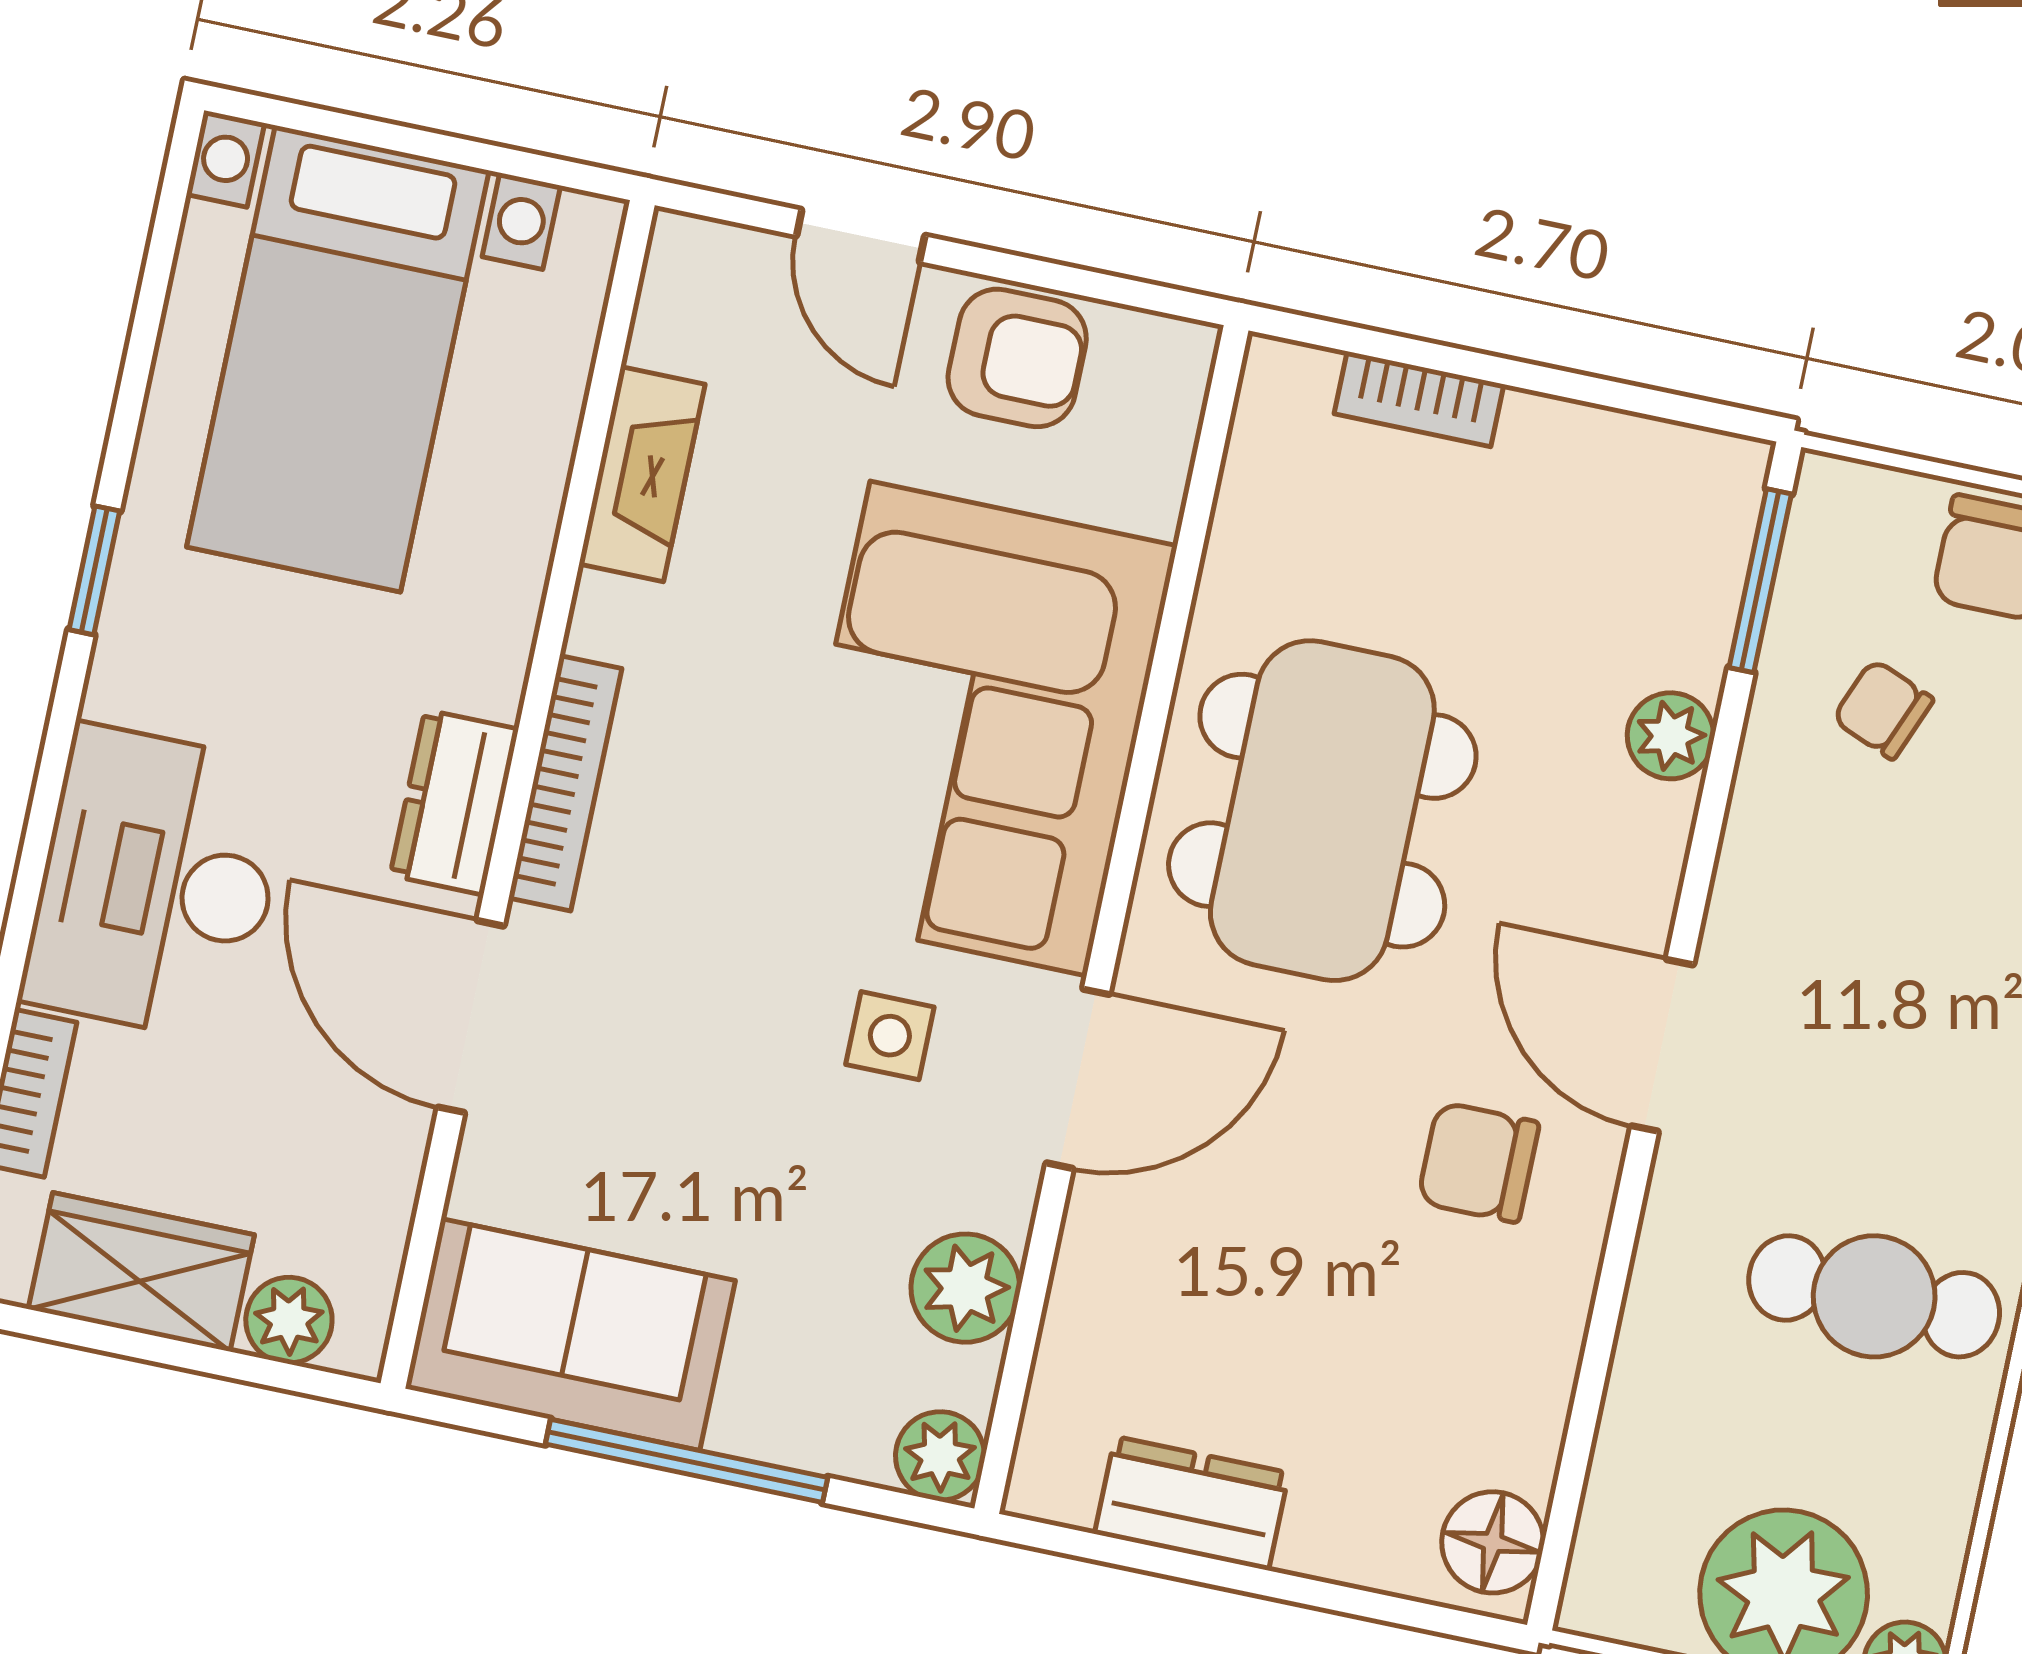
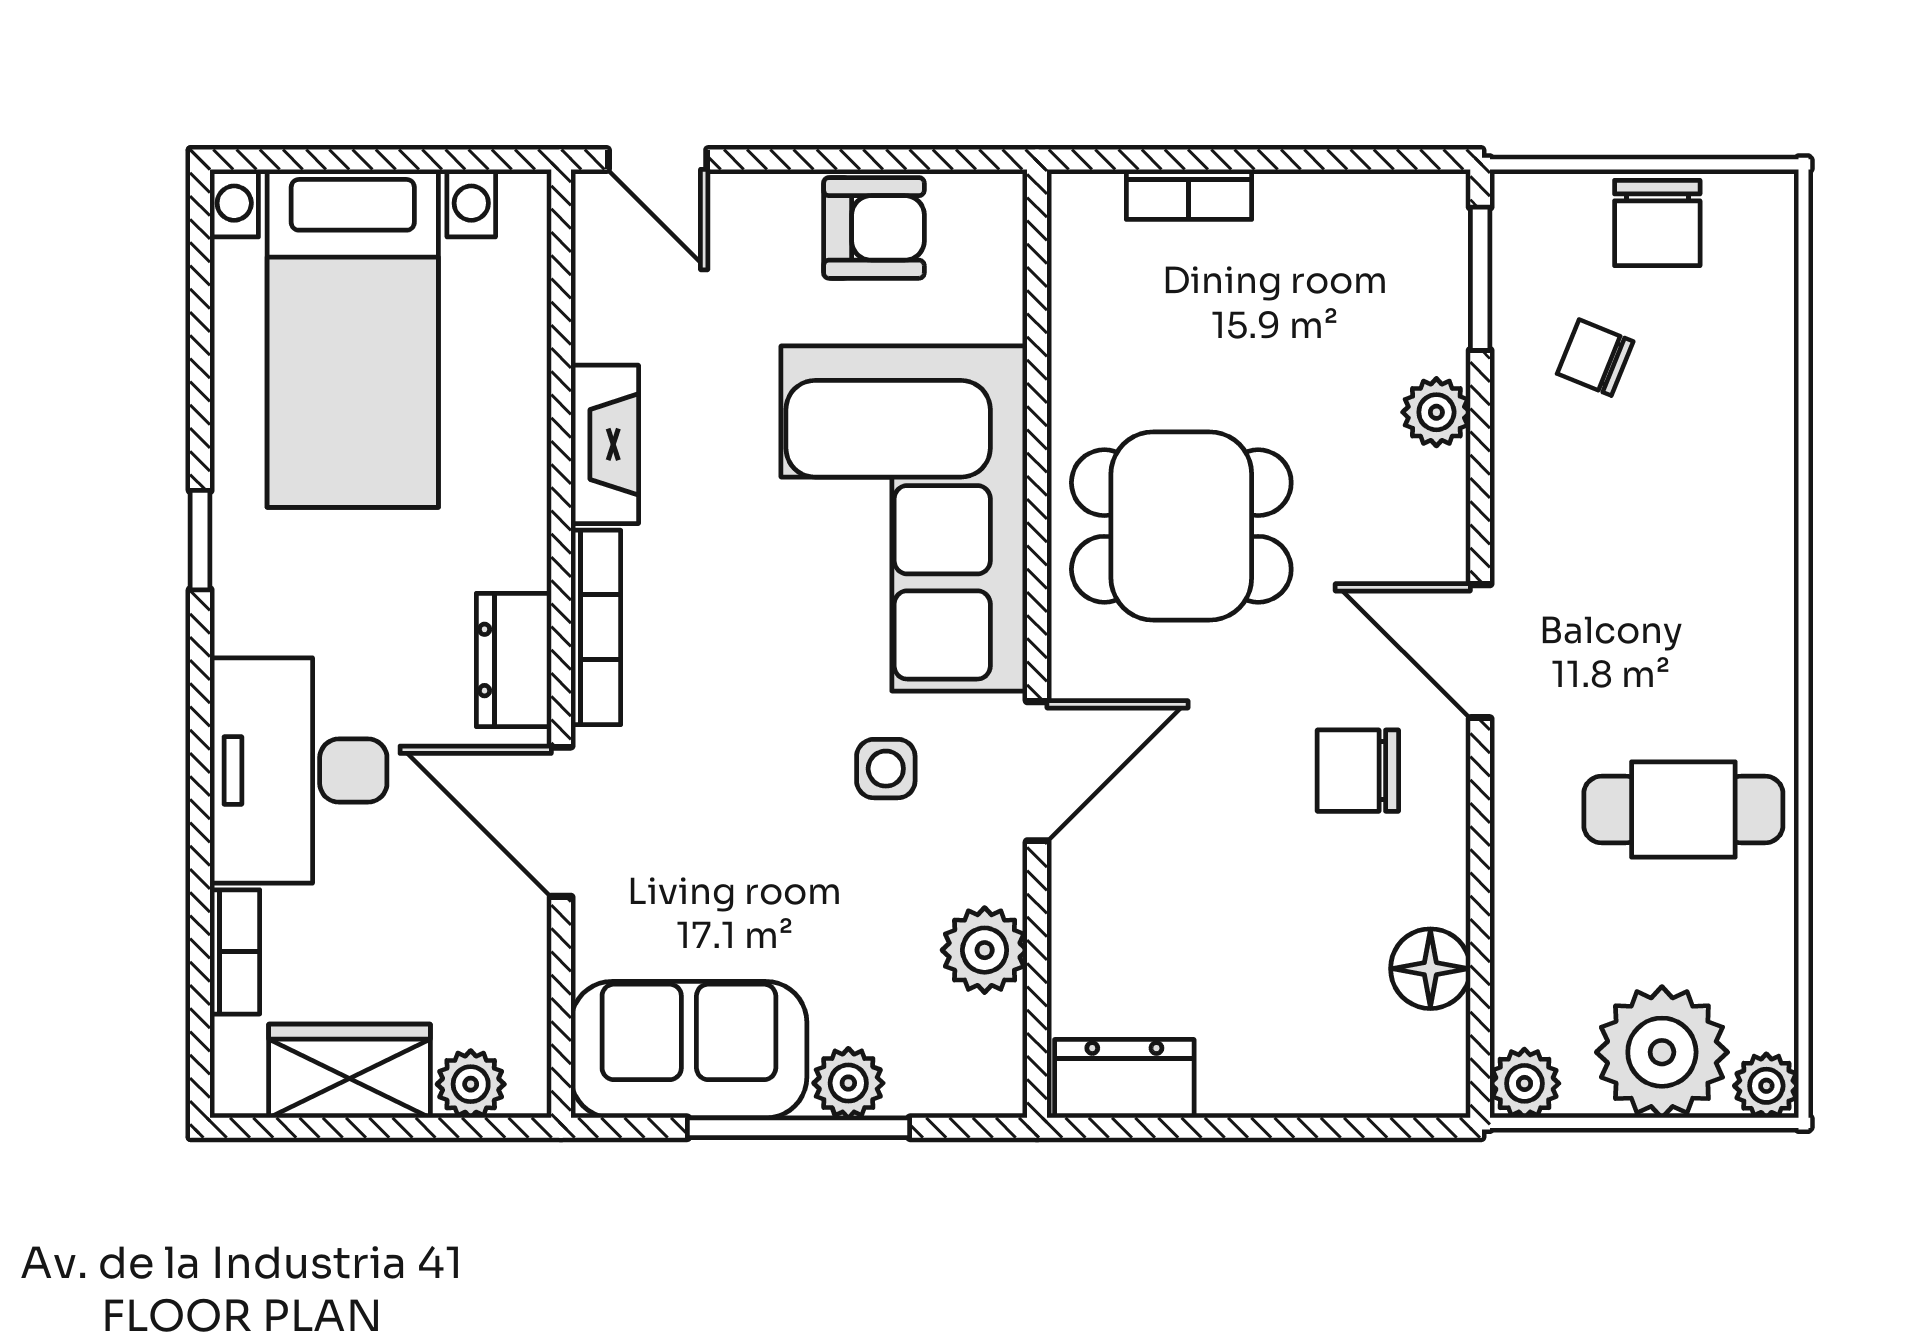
door: (861, 236) -> (658, 159), moved
fireplace: (642, 474) -> (605, 444), moved
dining table: (1322, 811) -> (1181, 526), width x0.73
plant: (940, 1456) -> (848, 1083), moved
dresser: (1192, 1503) -> (1124, 1079), moved
floor lamp: (1493, 1542) -> (1430, 969), moved
plant: (1604, 1596) -> (1524, 1083), added

